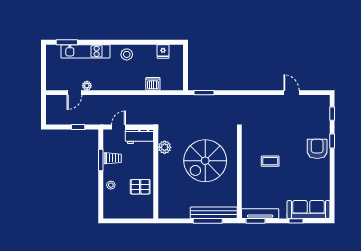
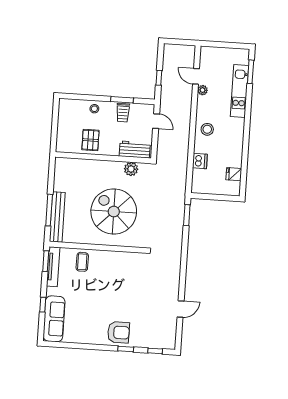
stool: (127, 54) -> (207, 129), moved
workbench: (139, 136) -> (135, 150), moved, turned 90
coffee table: (270, 161) -> (82, 262), moved

